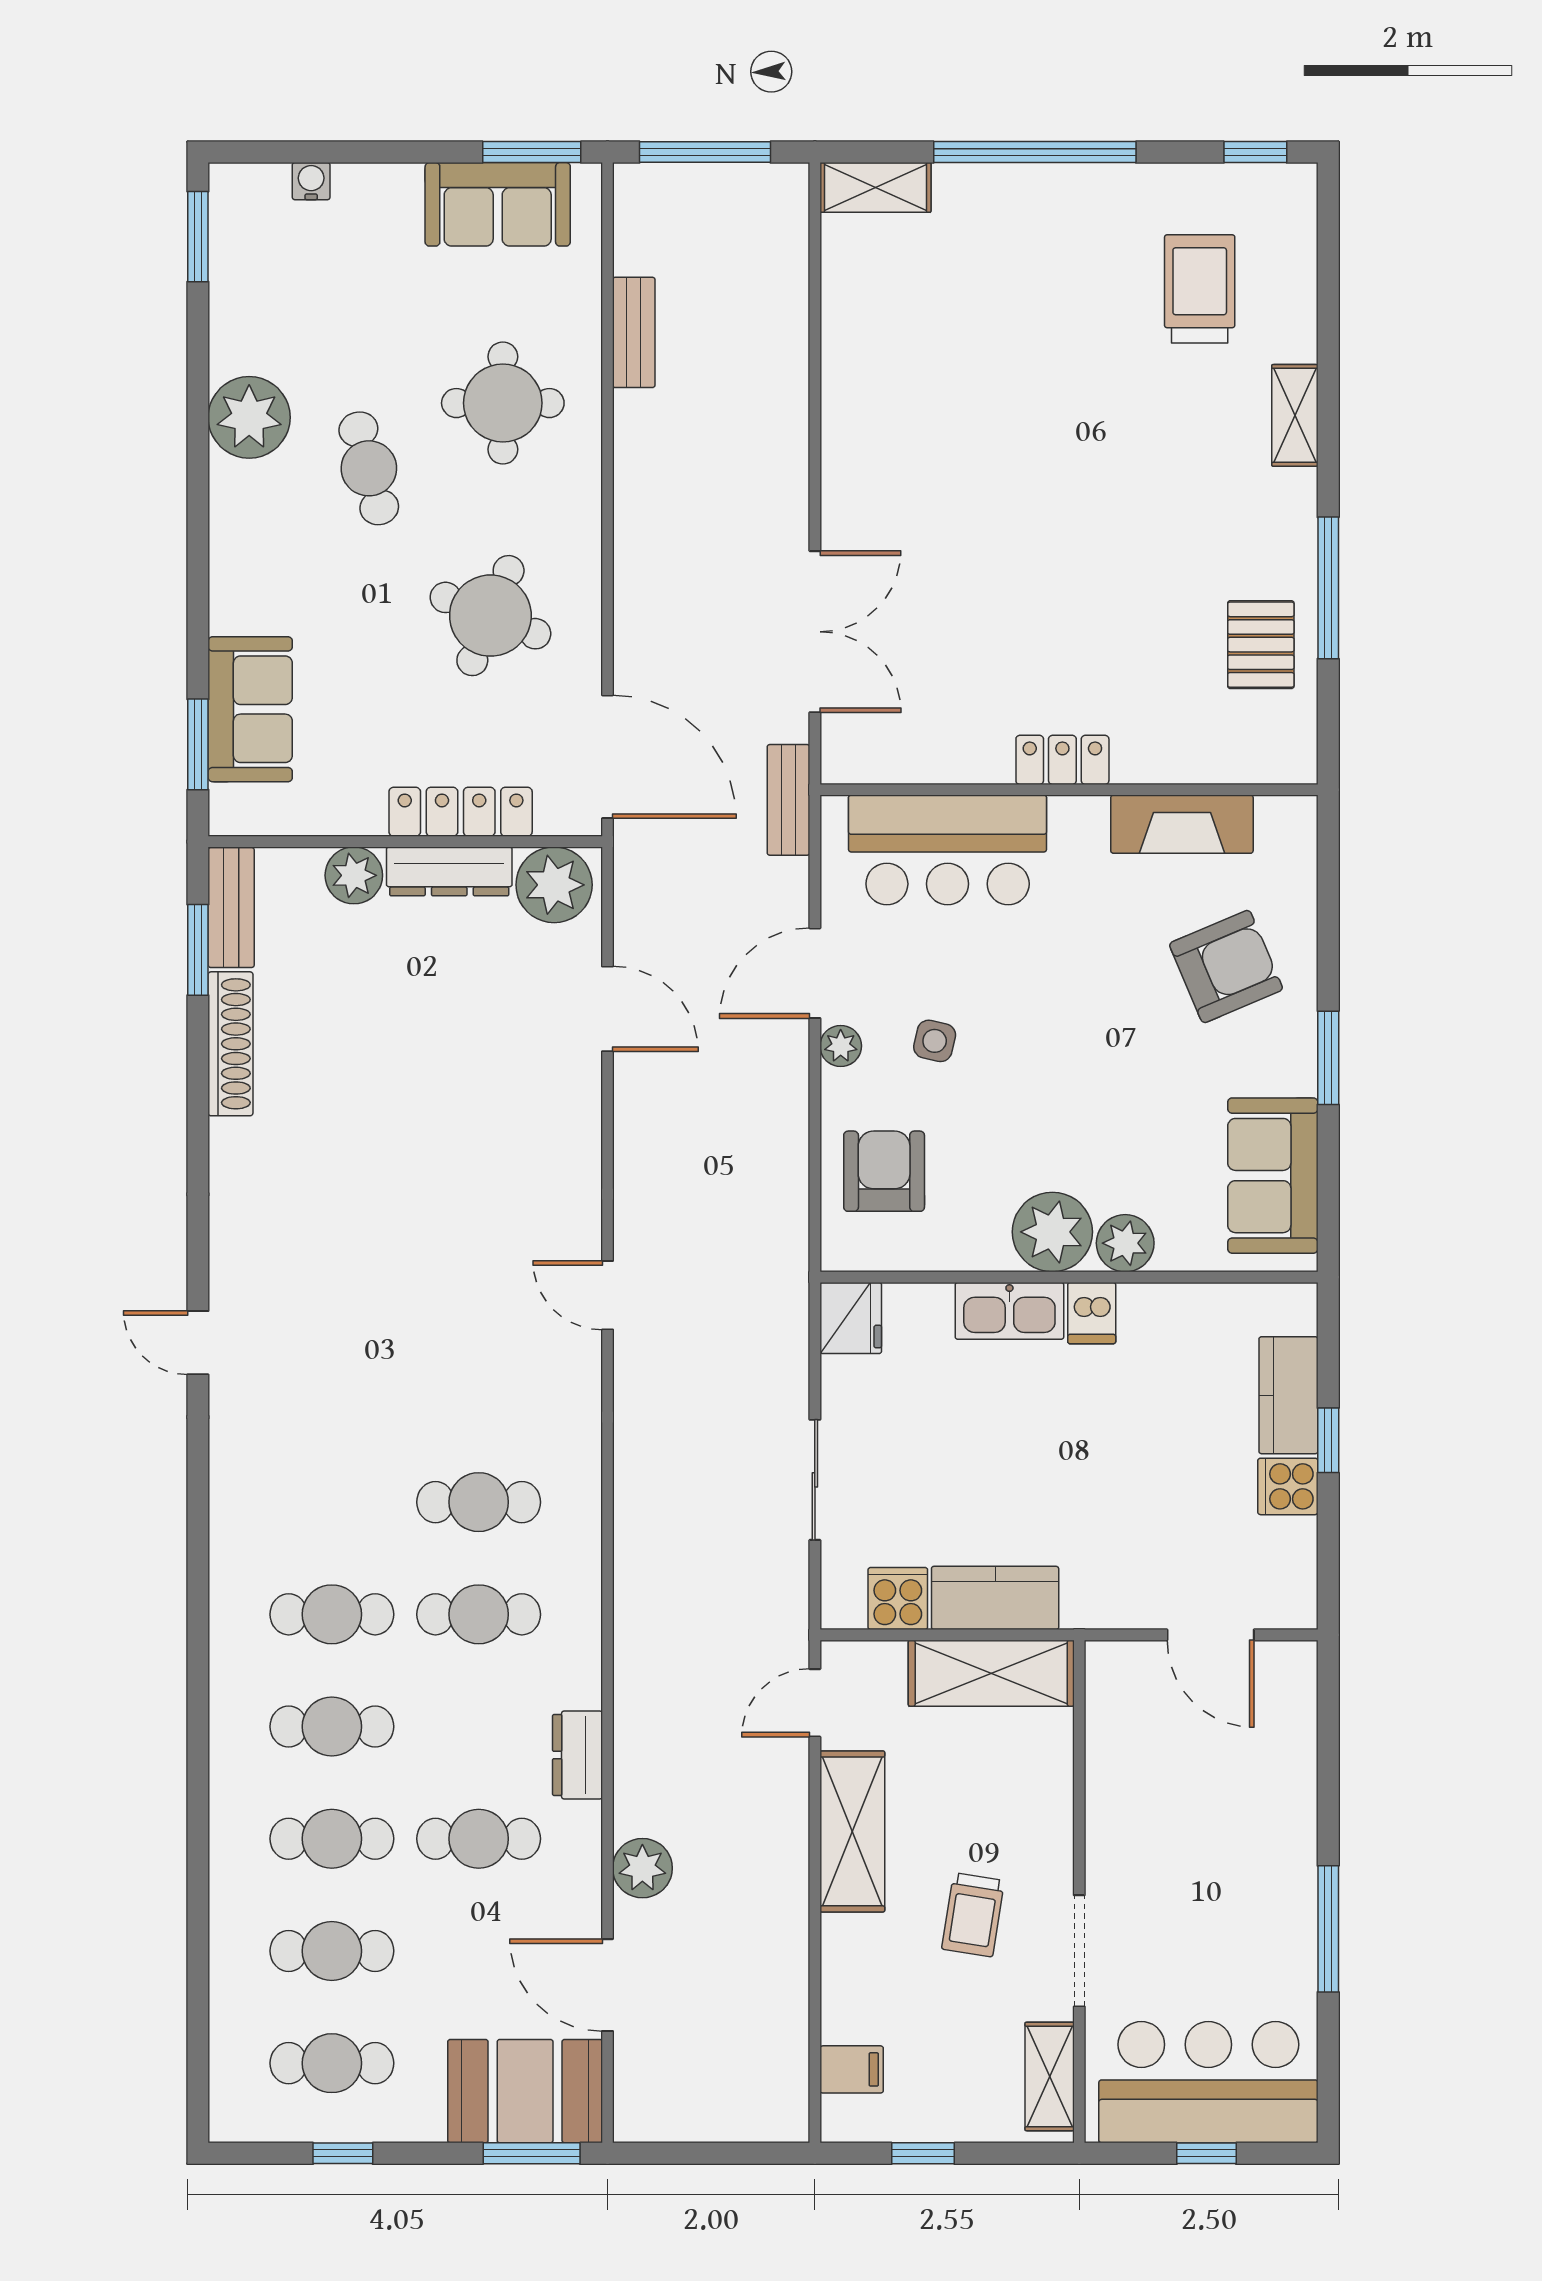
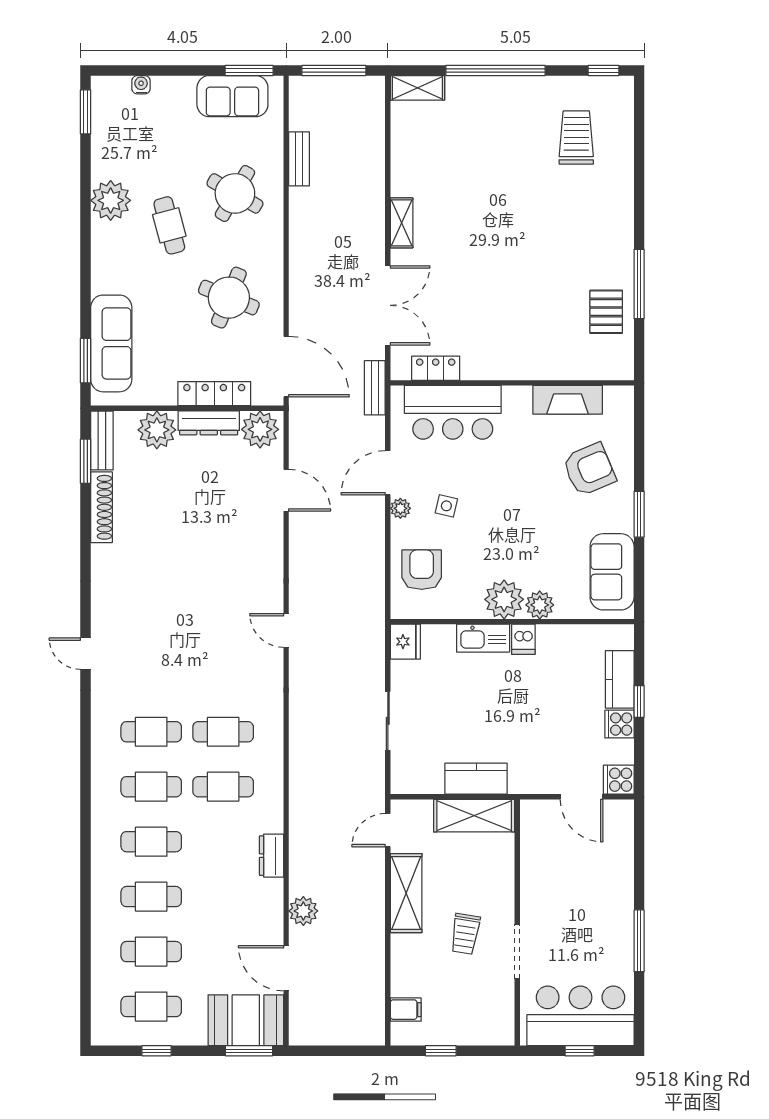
round table: (503, 403) -> (235, 193), turned 30
shelving: (1295, 415) -> (402, 223), moved
sofa: (250, 709) -> (111, 343), width x1.36
locker: (1062, 760) -> (436, 368), moved
plant: (354, 875) -> (157, 430), width x1.36, depth x1.36
cooker: (898, 1598) -> (619, 780), moved, turned -90
cafe table: (479, 1839) -> (151, 732), moved
shelving: (1050, 2076) -> (503, 1013), removed

